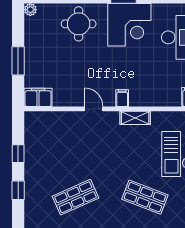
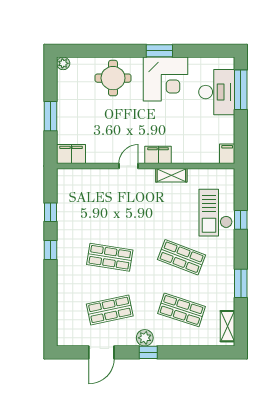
filing cabinet: (122, 98) -> (158, 155), width x2.00
door: (94, 109) -> (129, 166), hinge flipped
shop shelf: (75, 197) -> (110, 257), turned 33

